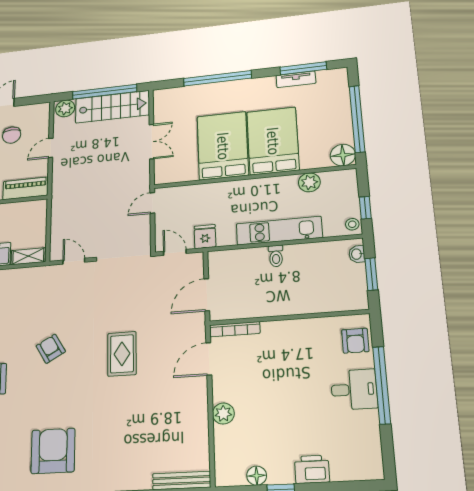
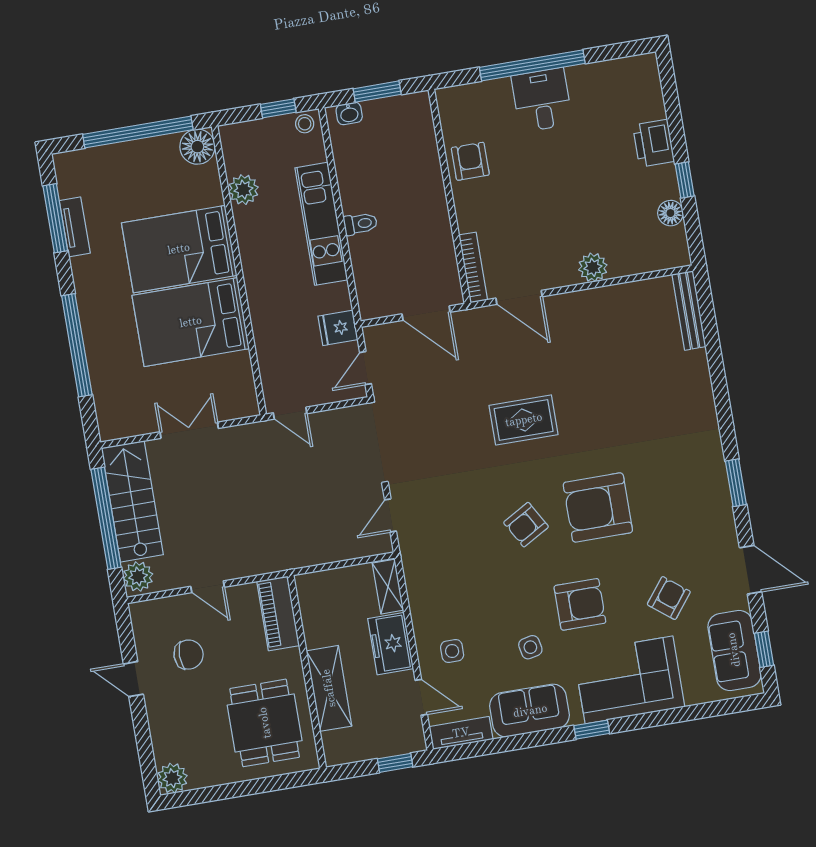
armchair: (355, 341) -> (470, 161), moved, turned -90
armchair: (53, 451) -> (598, 507), moved

